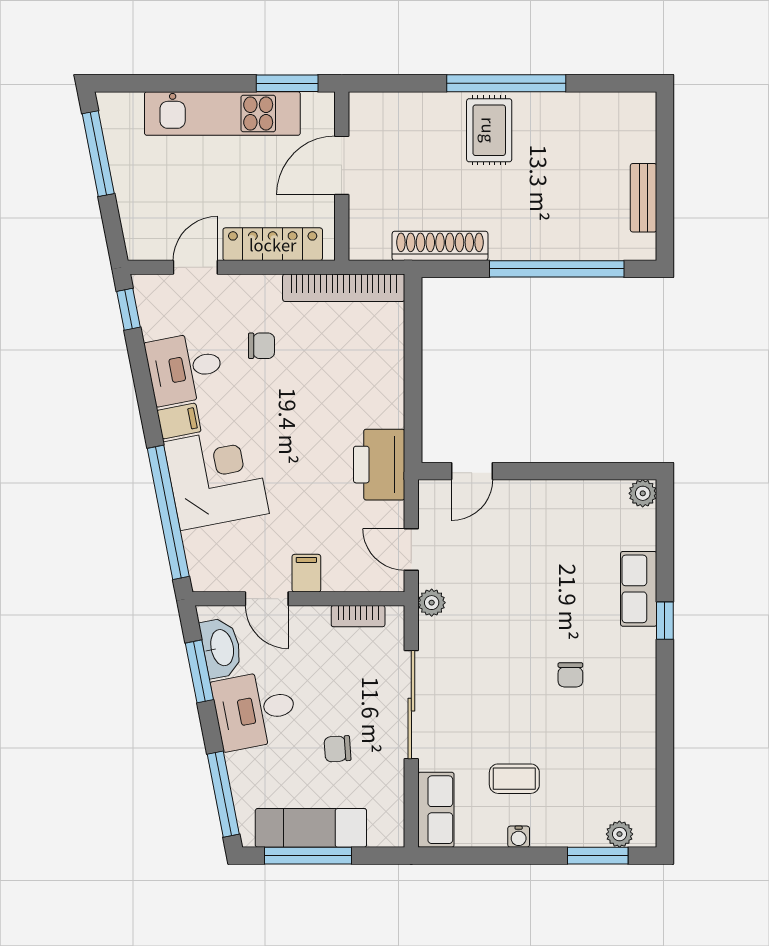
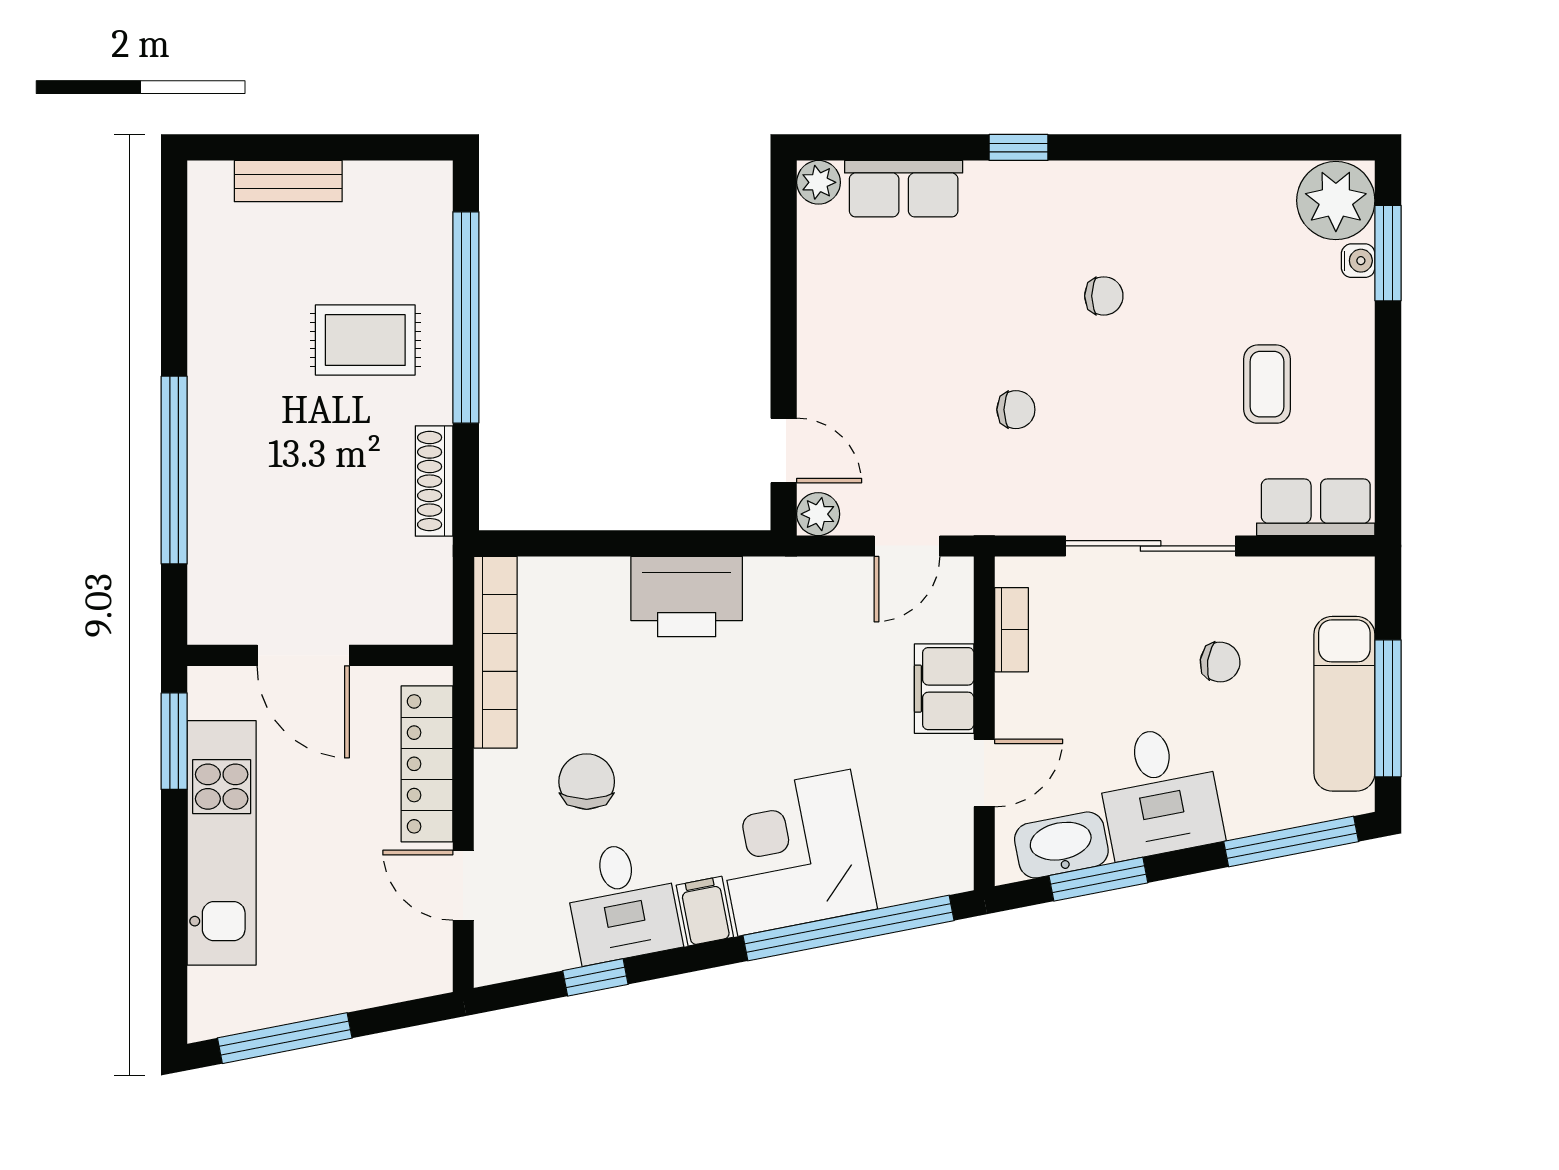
window: (506, 83) -> (174, 470), moved
rug: (489, 130) -> (365, 340), moved
bench: (644, 198) -> (288, 181), moved
shoe rack: (440, 246) -> (434, 481), width x0.74, depth x0.81
window: (129, 309) -> (595, 977), moved
chair: (261, 346) -> (587, 782), width x1.37, depth x1.37
printer: (379, 465) -> (687, 597), moved
filing cabinet: (306, 573) -> (944, 689), width x2.00
row of seats: (639, 589) -> (904, 189), moved
plant: (432, 603) -> (818, 514), moved
chair: (498, 619) -> (1016, 410), added
chair: (337, 749) -> (1220, 662), turned -78
plant: (619, 834) -> (1336, 201), width x1.87, depth x1.87
water cooler: (519, 837) -> (1358, 261), moved

